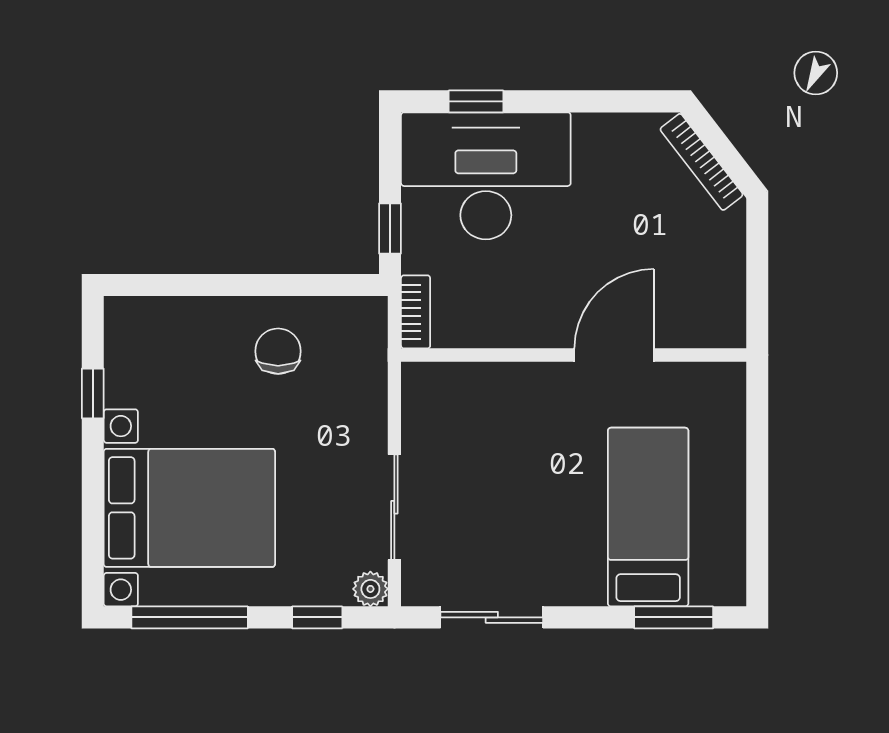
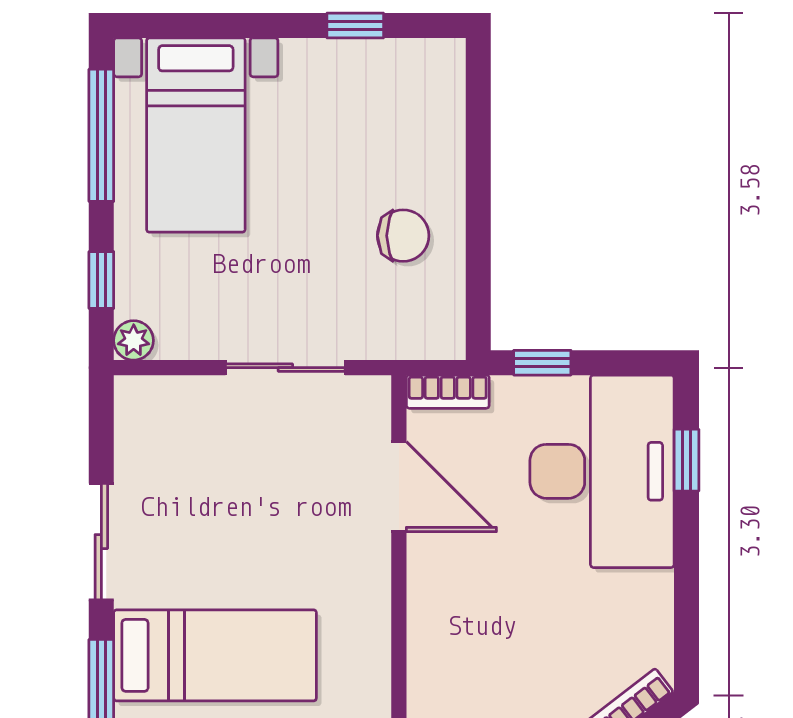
door: (614, 355) -> (399, 487), moved
sliding door: (394, 507) -> (285, 368), moved
bed with nightstands: (189, 508) -> (196, 135), width x0.73
sliding door: (492, 617) -> (101, 542), moved

